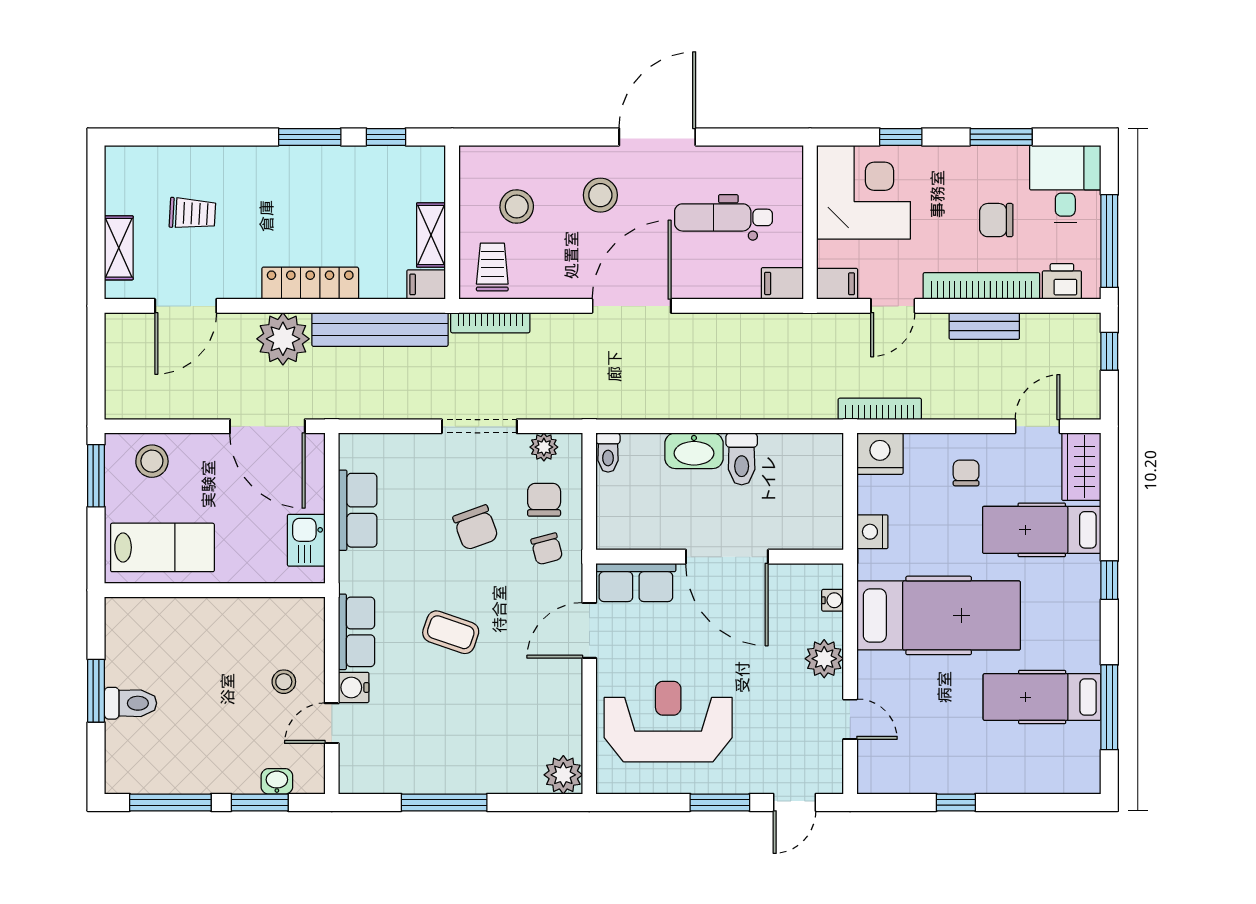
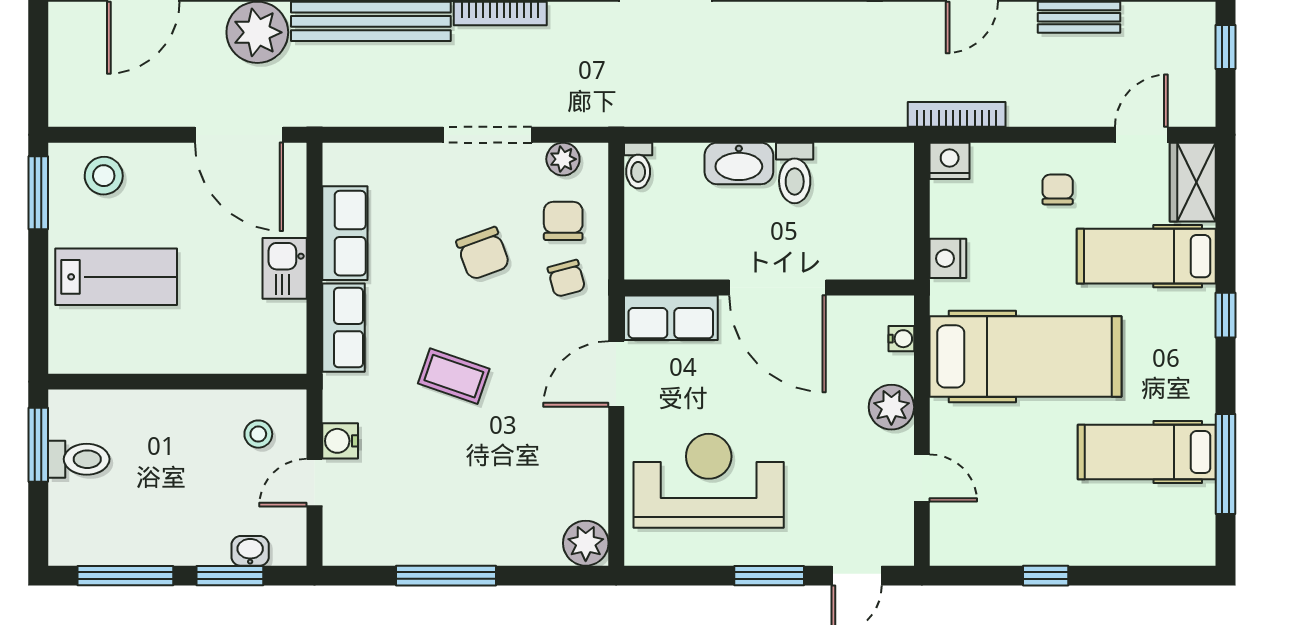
nightstand: (880, 454) -> (950, 161), width x0.74, depth x0.75
wall: (215, 590) -> (177, 382), moved
row of seats: (357, 632) -> (343, 328), moved

